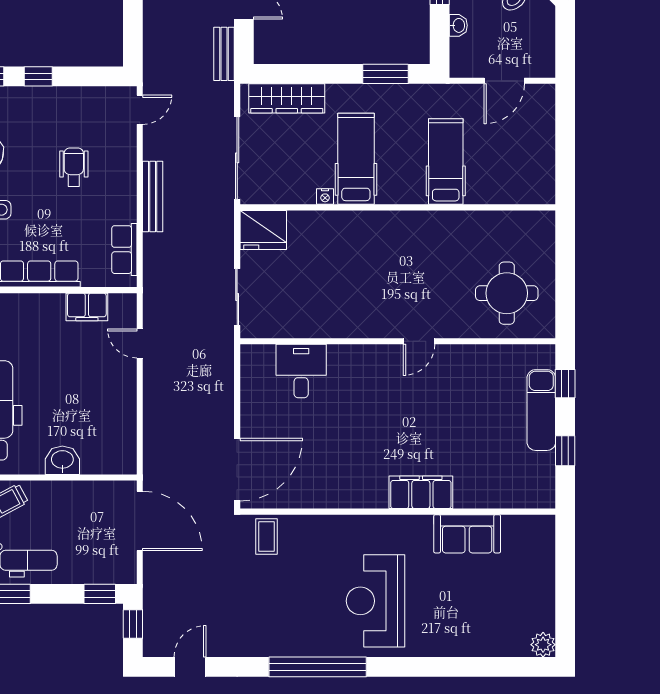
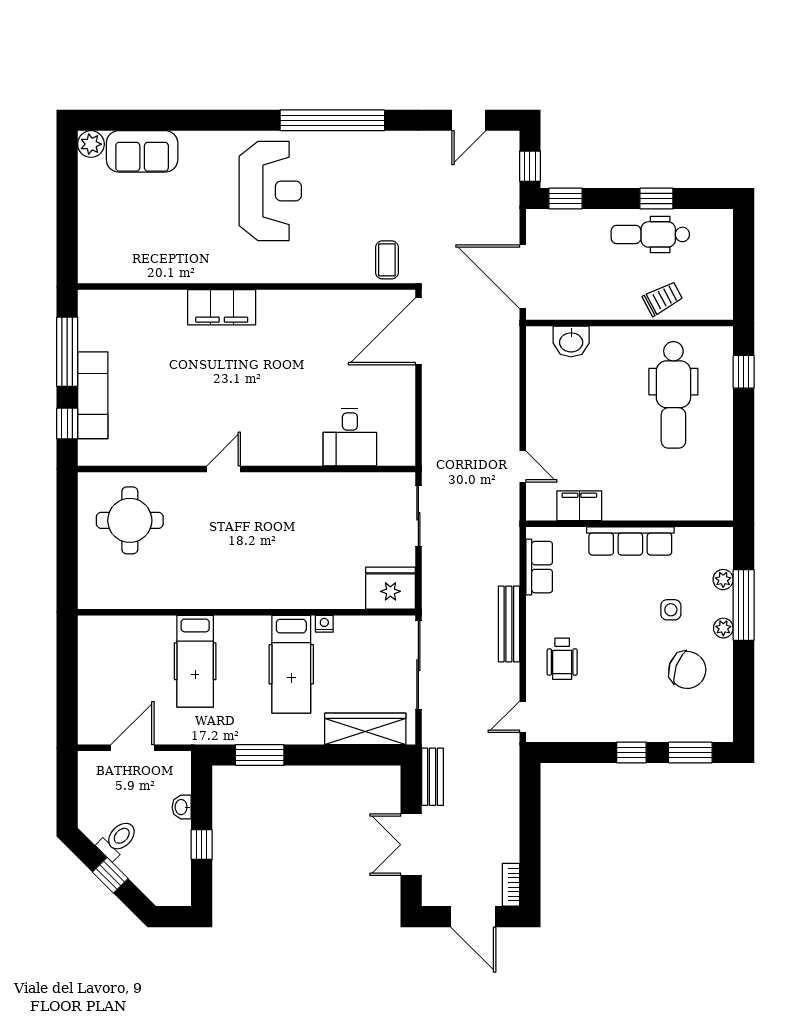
wheelchair: (74, 167) -> (562, 659), moved
window: (565, 451) -> (67, 352), width x2.17
washbasin: (62, 460) -> (571, 341), moved
sofa: (467, 534) -> (142, 151), moved, turned 180

